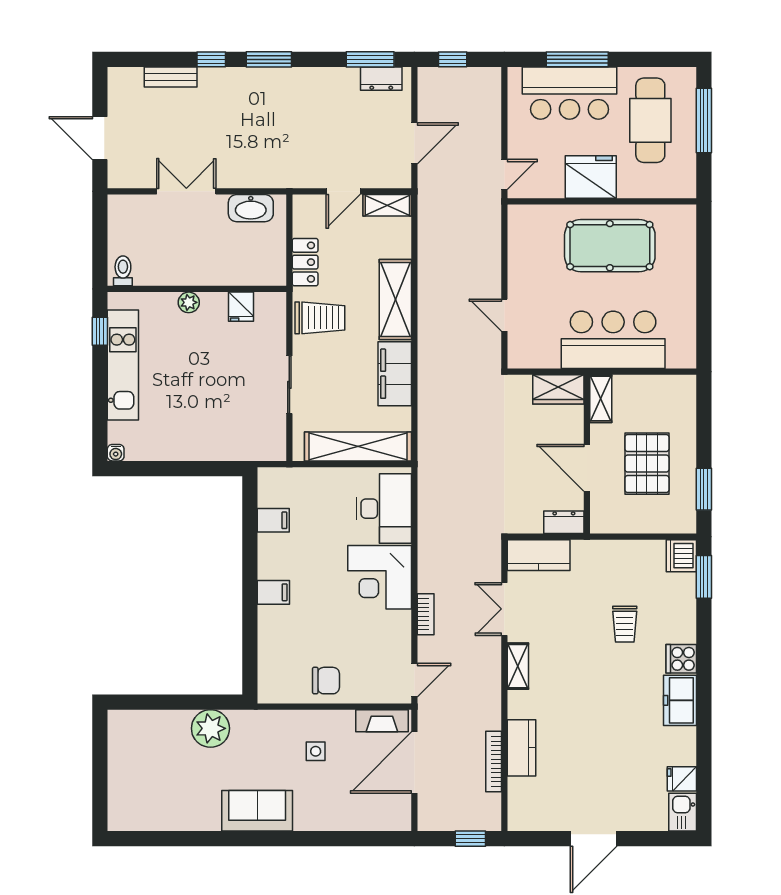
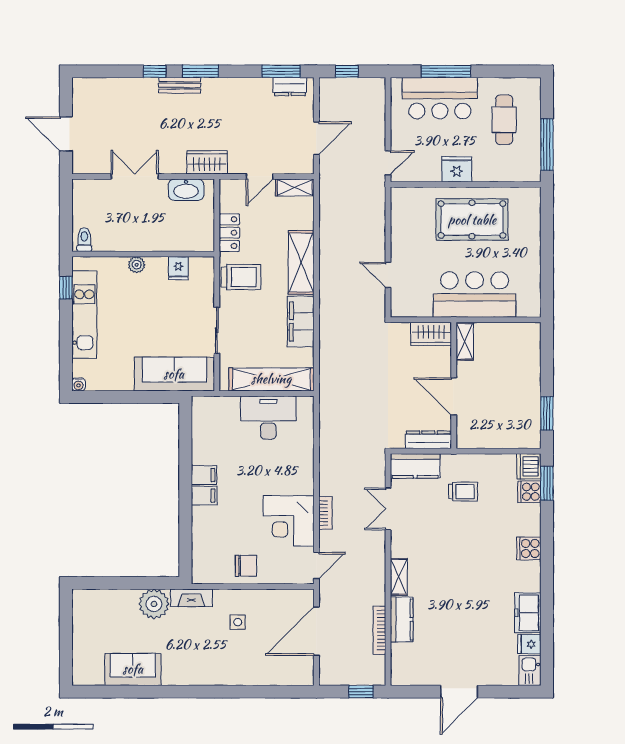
bench: (171, 77) -> (180, 85), moved
cafe table: (650, 120) -> (504, 120), width x0.73, depth x0.74
window: (704, 121) -> (547, 145), moved
wardrobe: (277, 174) -> (207, 162), added
fridge: (591, 177) -> (457, 169), width x0.73, depth x0.75
sofa: (236, 440) -> (174, 374), added
pallet: (647, 464) -> (502, 393), removed
desk: (384, 509) -> (268, 418), moved, turned -90
filing cabinet: (273, 520) -> (204, 475), moved
dresser: (564, 522) -> (428, 440), width x1.44
corner desk: (380, 577) -> (289, 521), moved
cooker: (682, 587) -> (529, 492), added
trolley: (625, 624) -> (463, 492), moved, turned -90
shelving: (518, 666) -> (399, 577), moved
freezer: (680, 700) -> (528, 613), moved
fireplace: (382, 721) -> (191, 598), moved
sofa: (257, 811) -> (133, 669), moved

